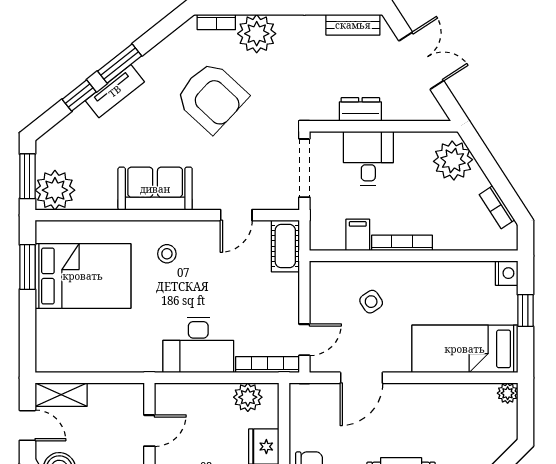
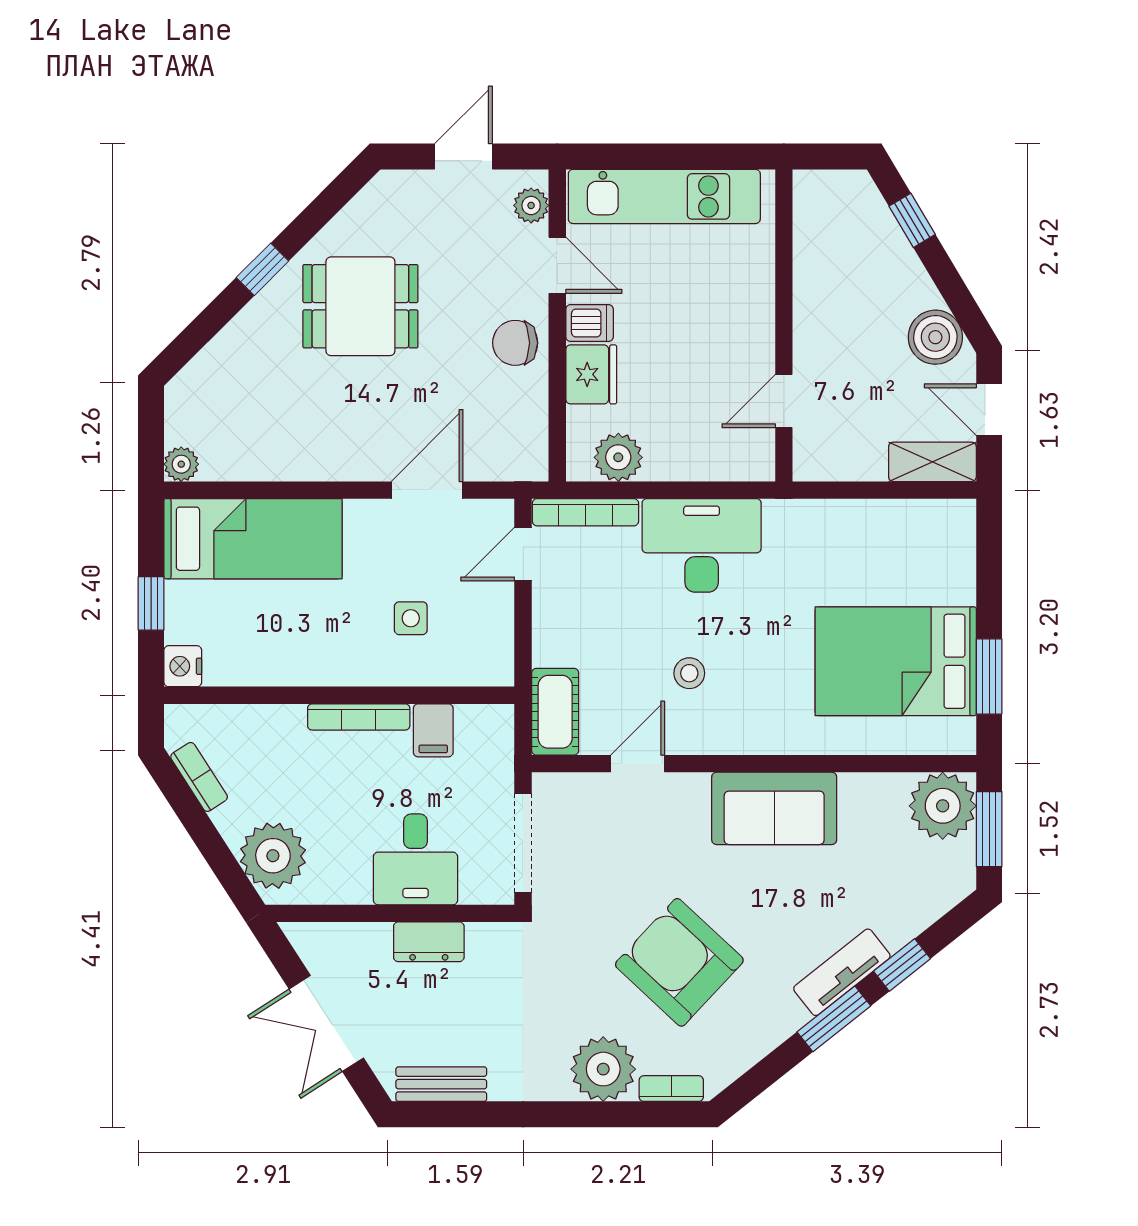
stool: (167, 254) -> (689, 673), moved
side table: (371, 302) -> (411, 618), turned 34

